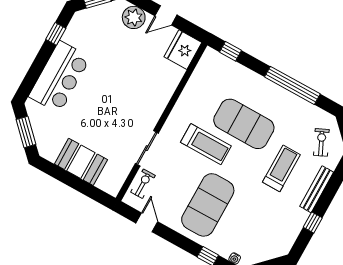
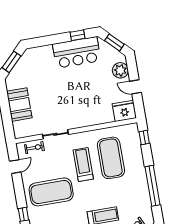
bar counter: (59, 77) -> (77, 52), moved
exercise mat: (244, 124) -> (111, 158), moved
treadmill: (206, 144) -> (83, 164), turned 180

